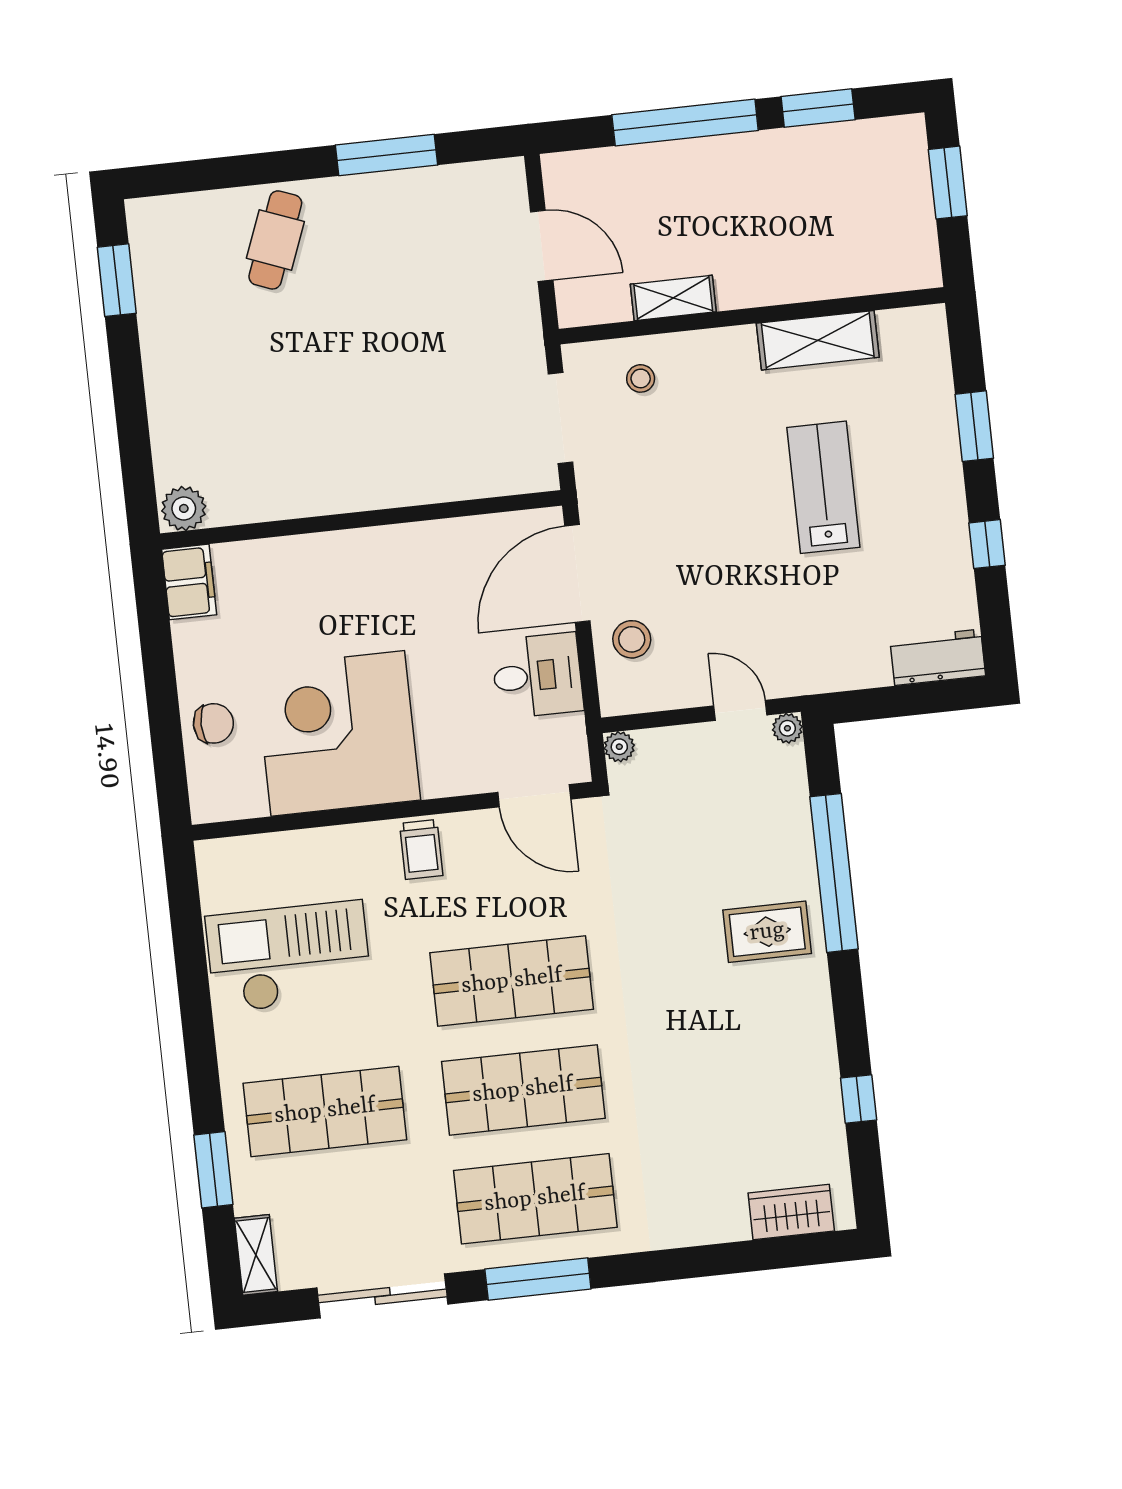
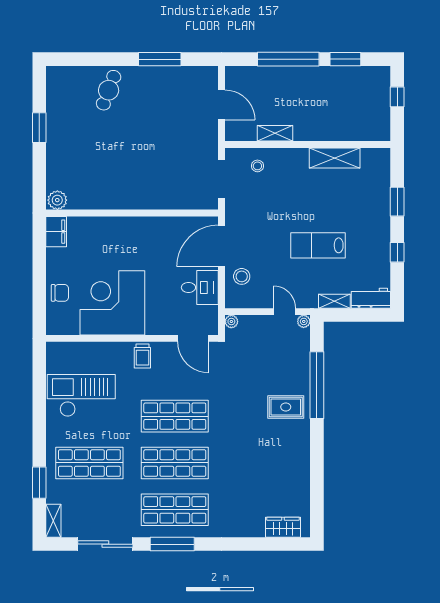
window: (948, 183) -> (397, 97), width x0.67
window: (117, 280) -> (39, 128), moved
lab bench: (823, 487) -> (318, 245), moved, turned -90
shelving: (853, 674) -> (334, 301), added
window: (859, 1099) -> (317, 482), removed

